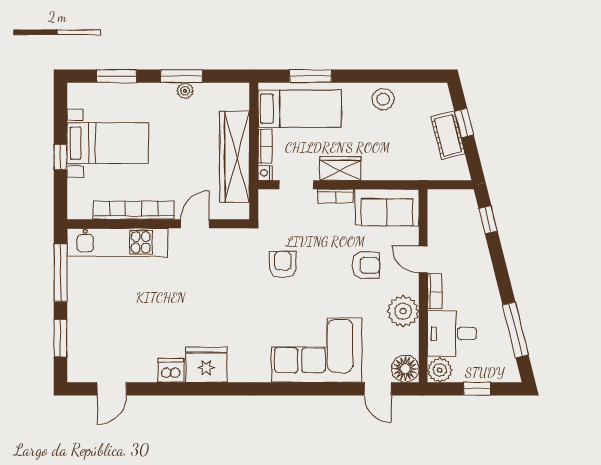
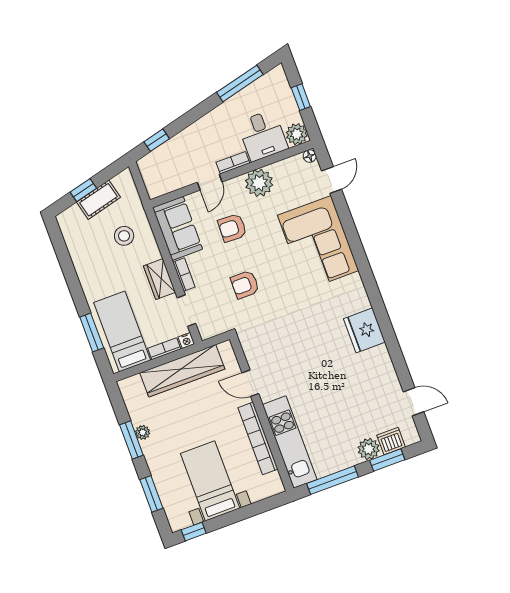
stool: (383, 99) -> (124, 236), moved
window: (60, 157) -> (194, 532), moved
armchair: (283, 264) -> (245, 285), moved
armchair: (366, 265) -> (232, 228), turned -88
plant: (79, 323) -> (369, 449), added
floor lamp: (405, 369) -> (310, 156), width x0.53, depth x0.53
dishwasher: (171, 370) -> (391, 441), moved, turned 90

